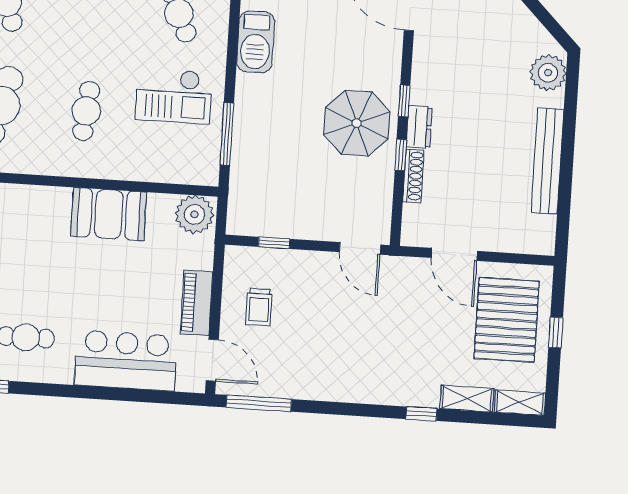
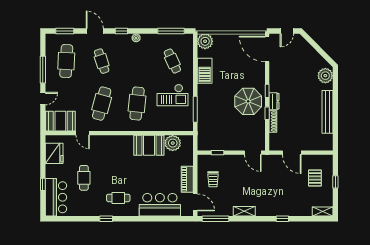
cafe table: (86, 111) -> (137, 104), width x1.37, depth x1.35
plant: (194, 214) -> (173, 143), moved
pallet: (507, 320) -> (315, 178), width x0.49, depth x0.50
shelving: (467, 399) -> (244, 211), moved

